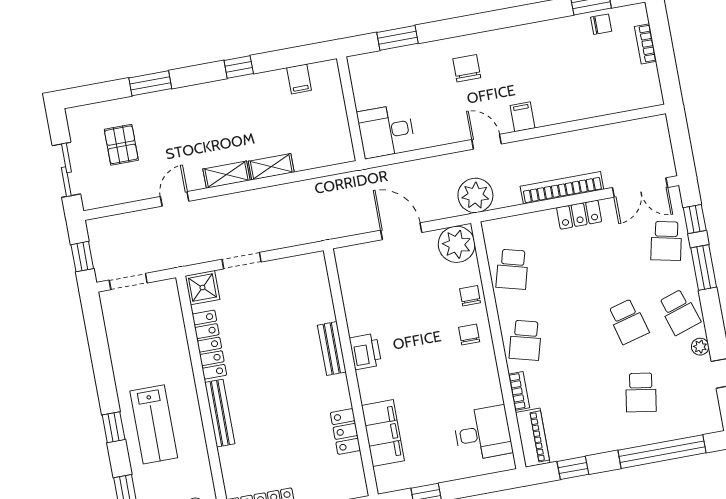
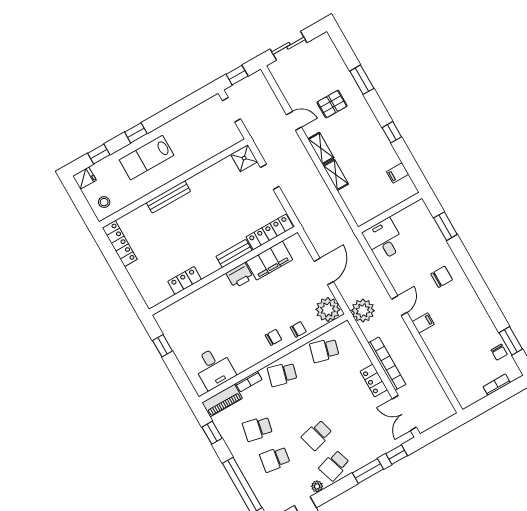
pallet: (121, 145) -> (332, 104), moved
school desk: (666, 241) -> (258, 429), moved
locker: (209, 345) -> (270, 232), moved, turned 180
filing cabinet: (383, 433) -> (269, 261), moved

